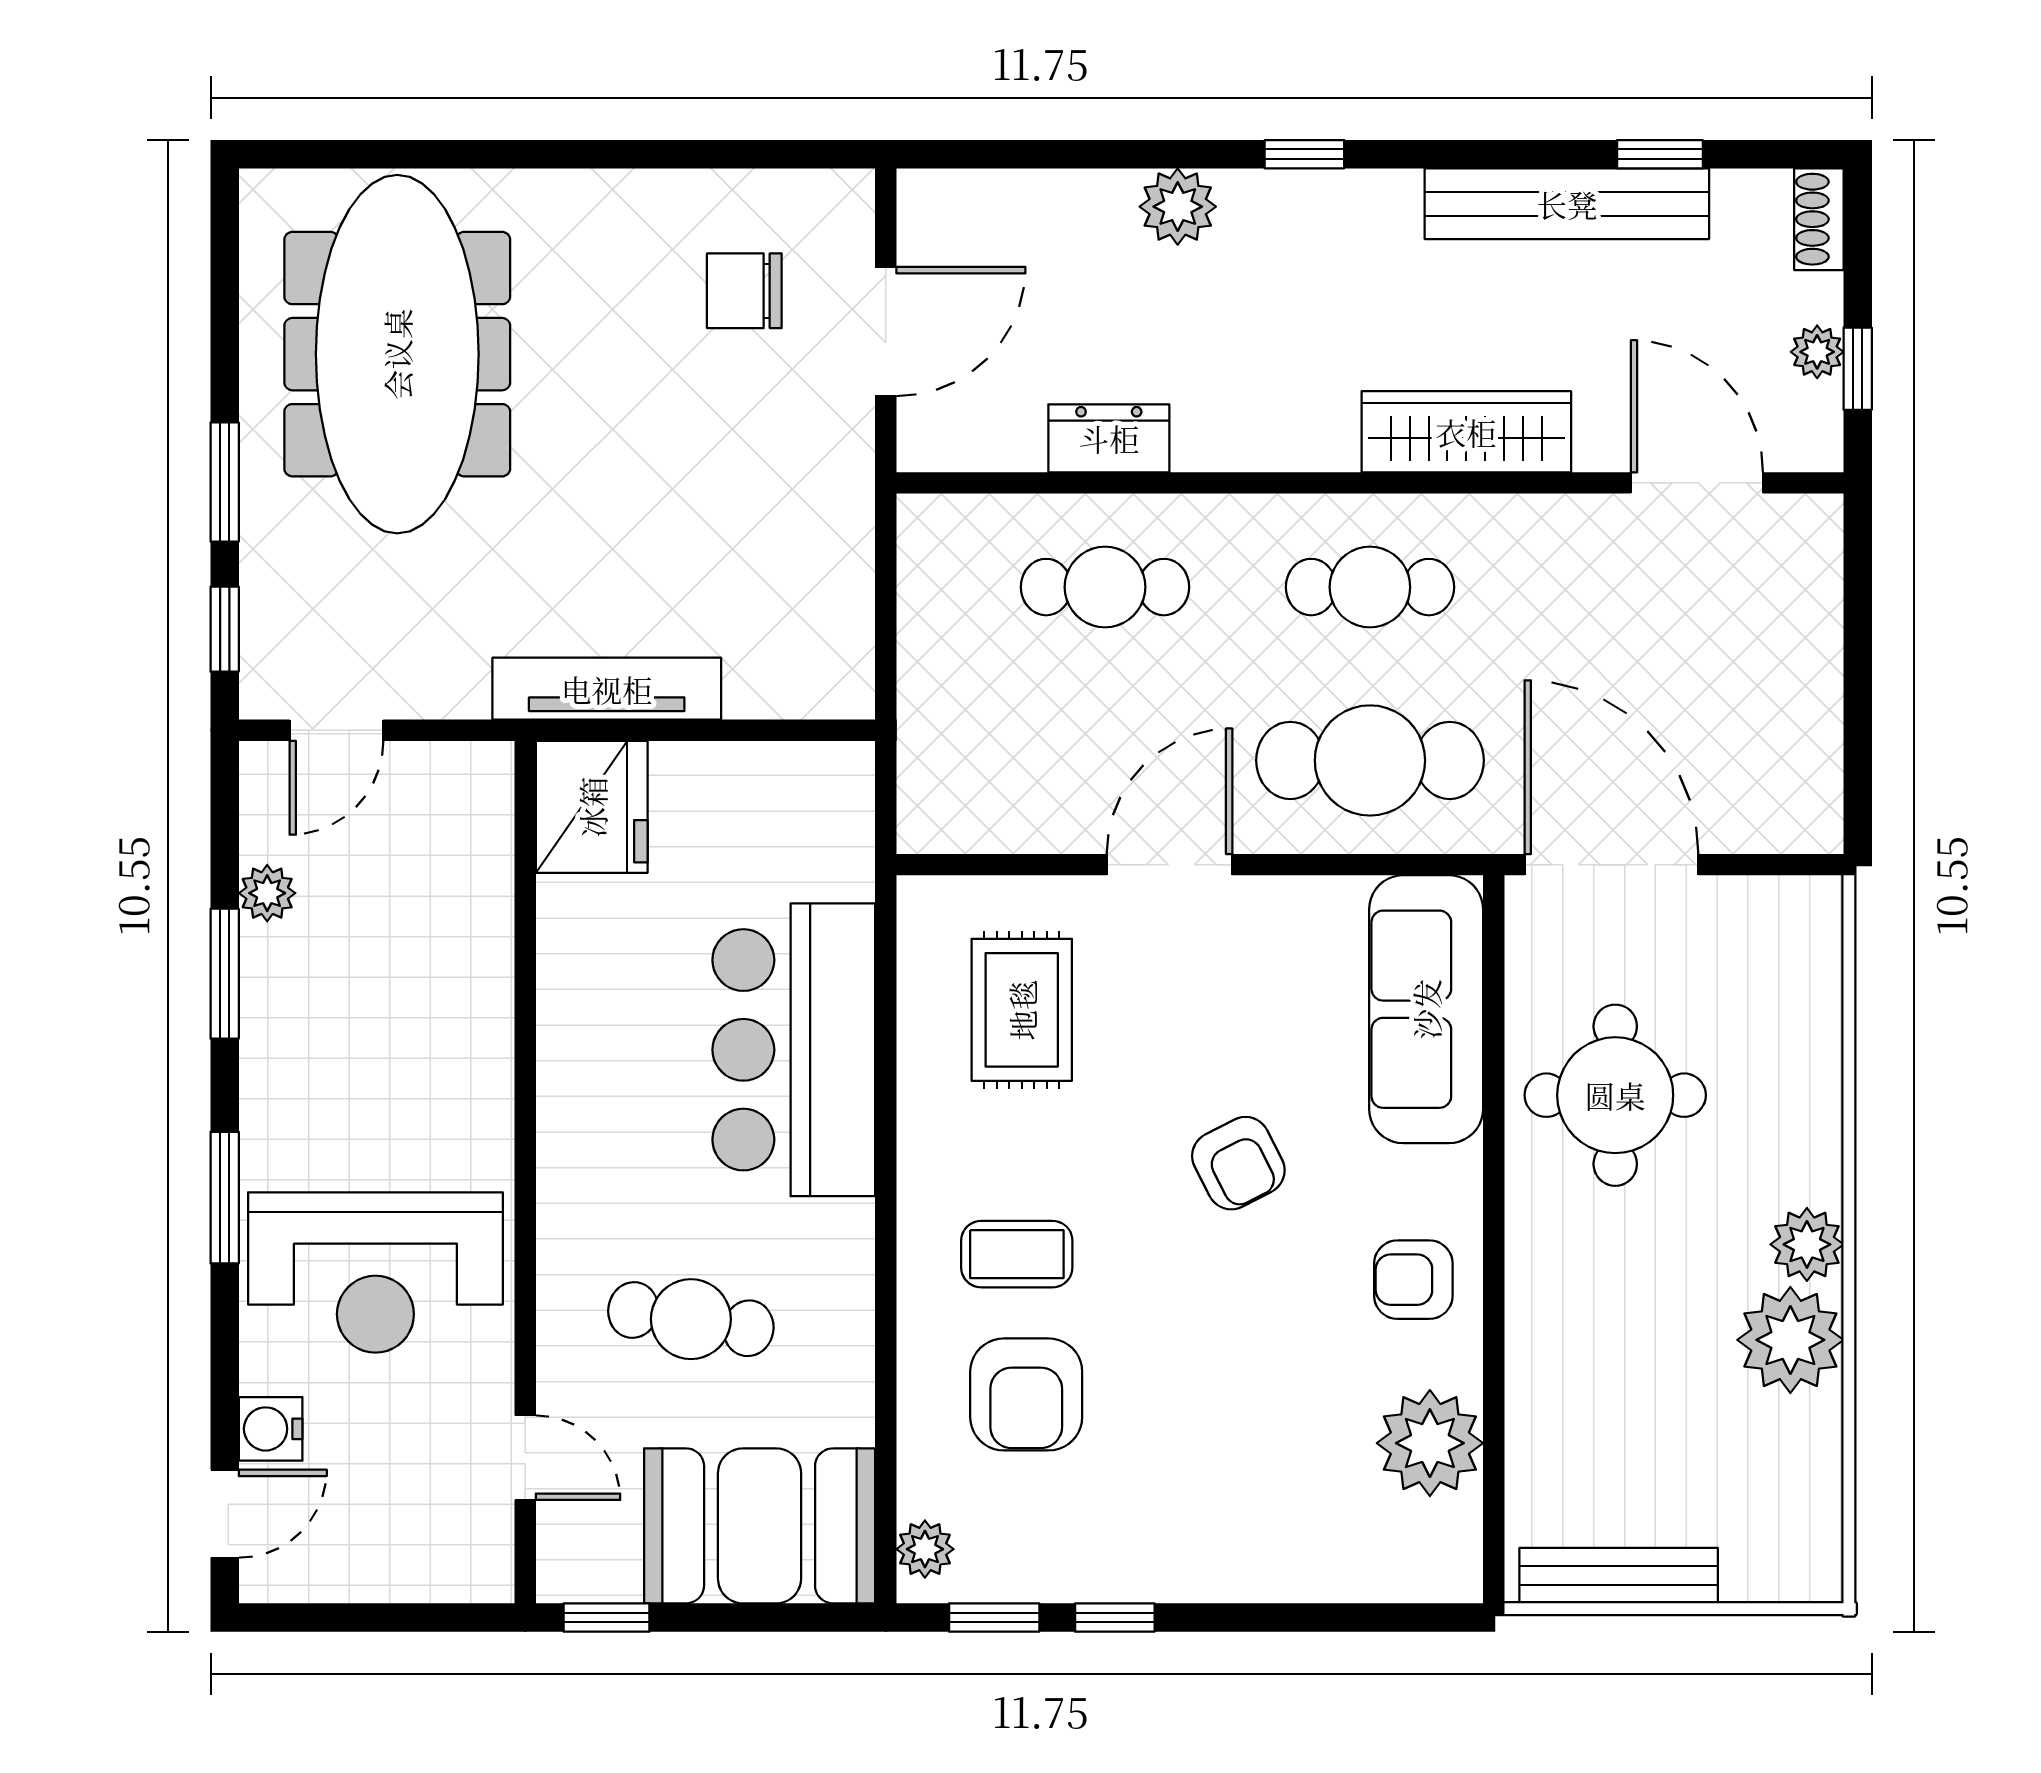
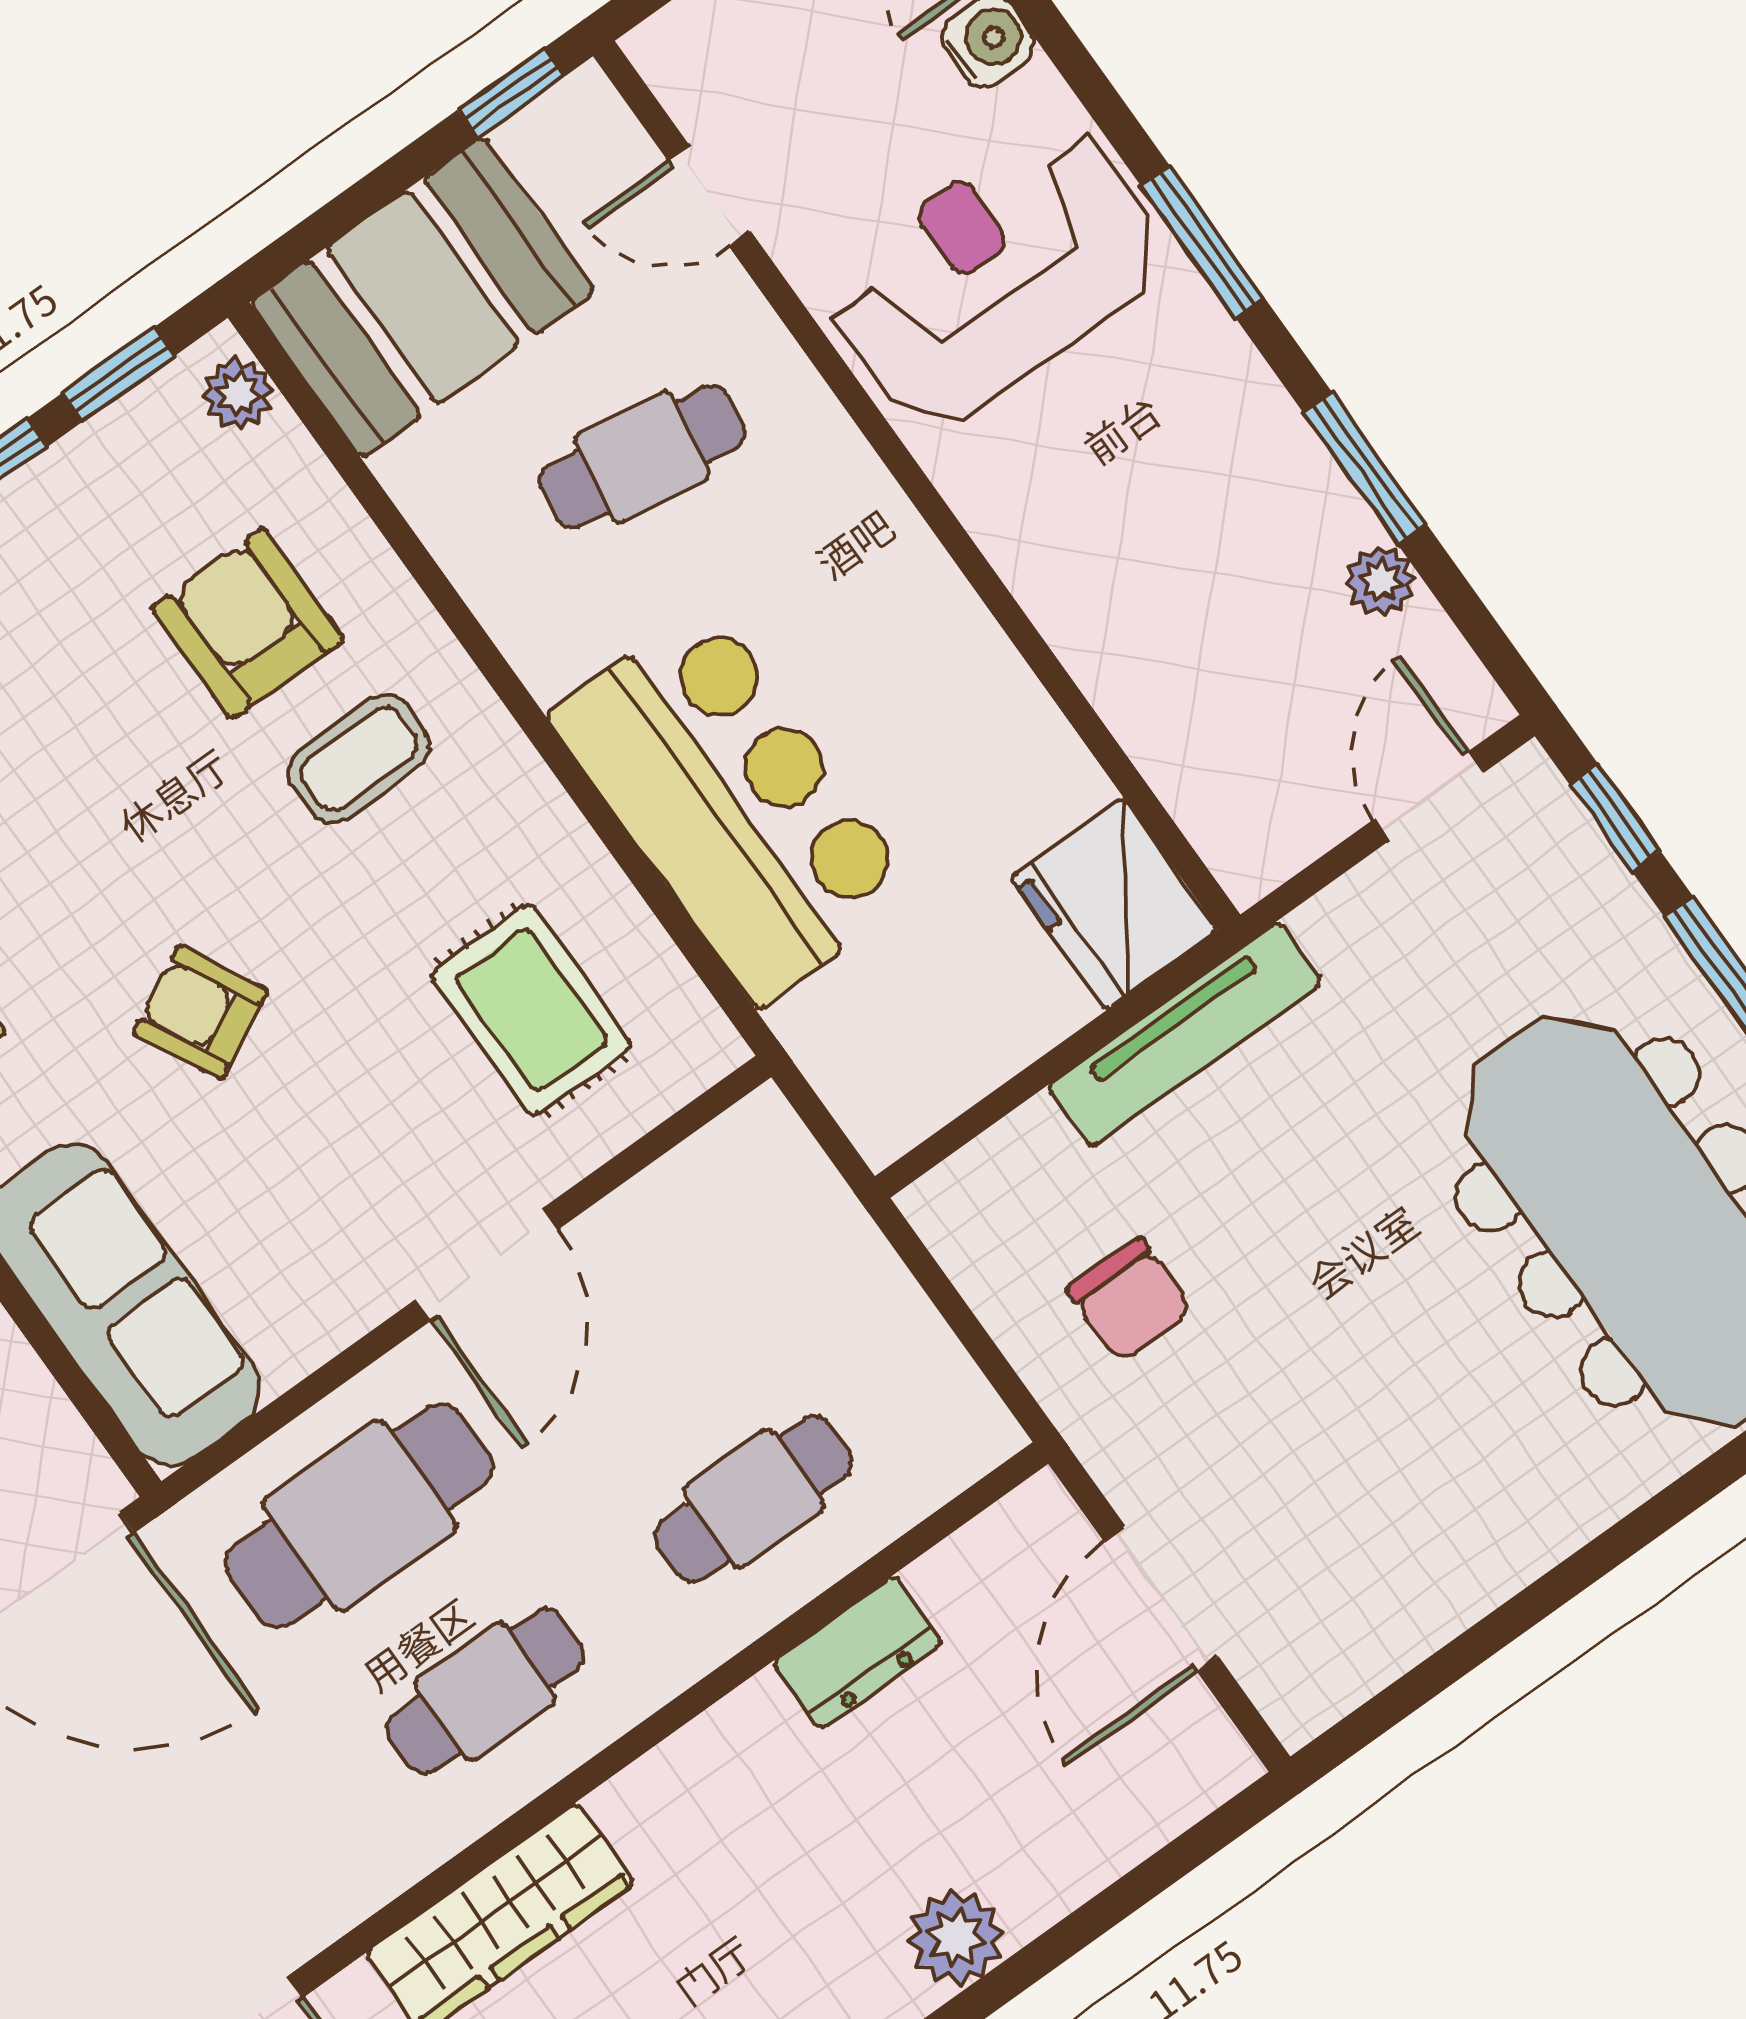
chair: (744, 291) -> (1130, 1300), moved, turned 90

